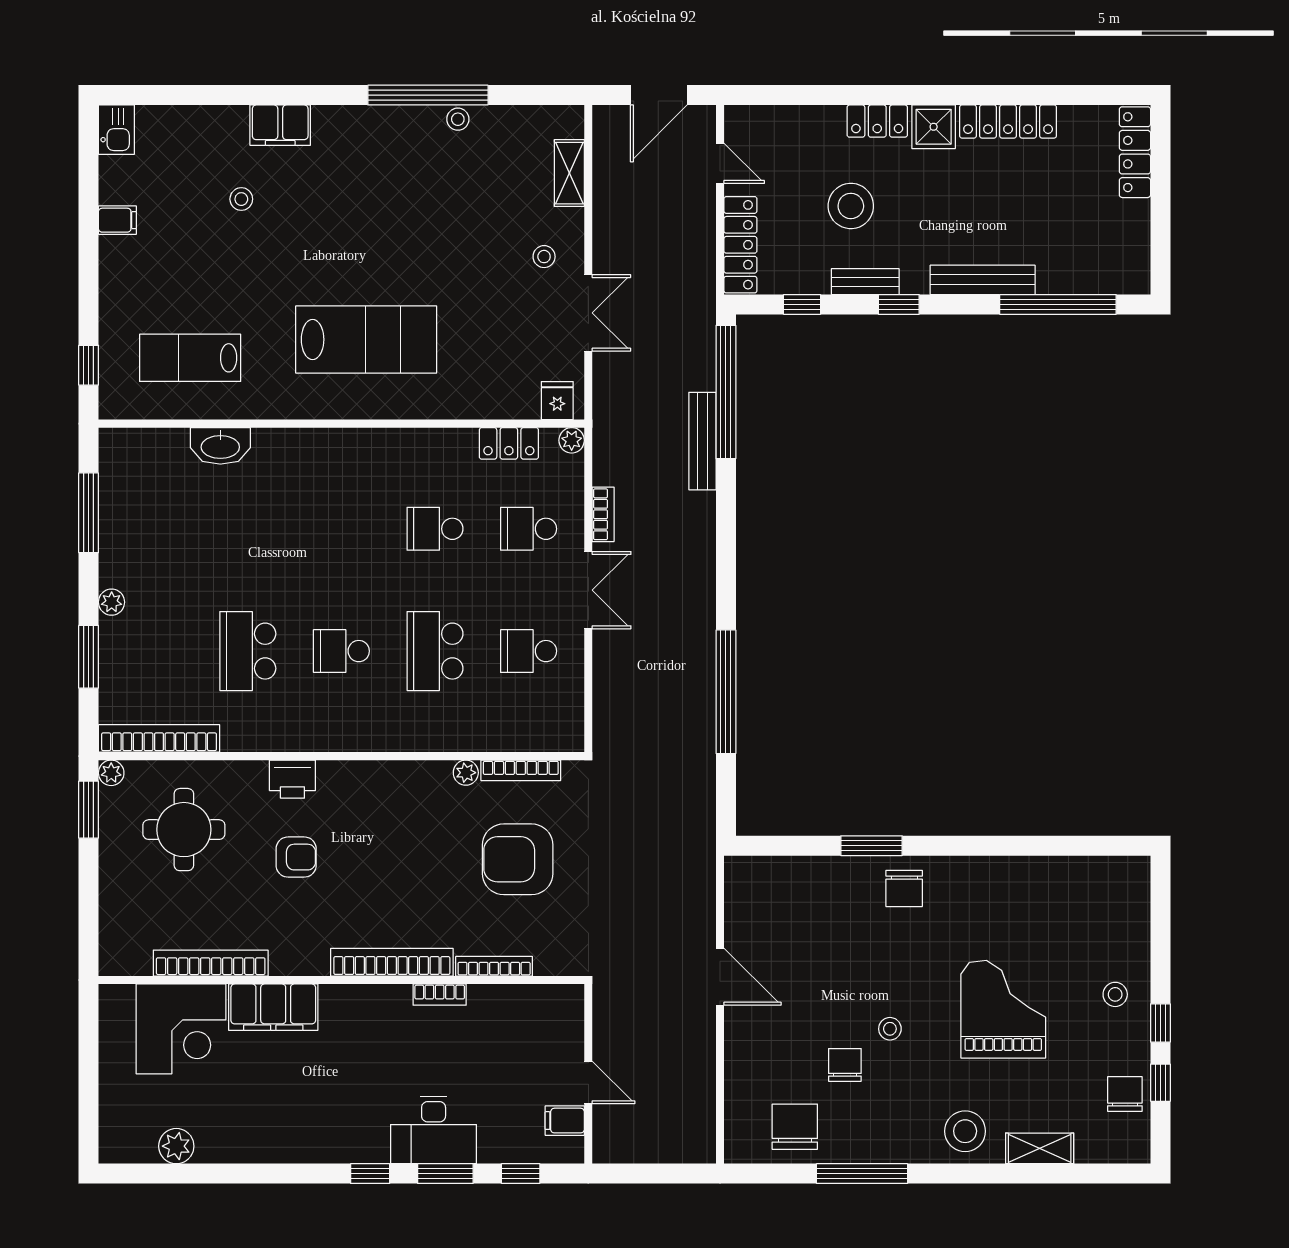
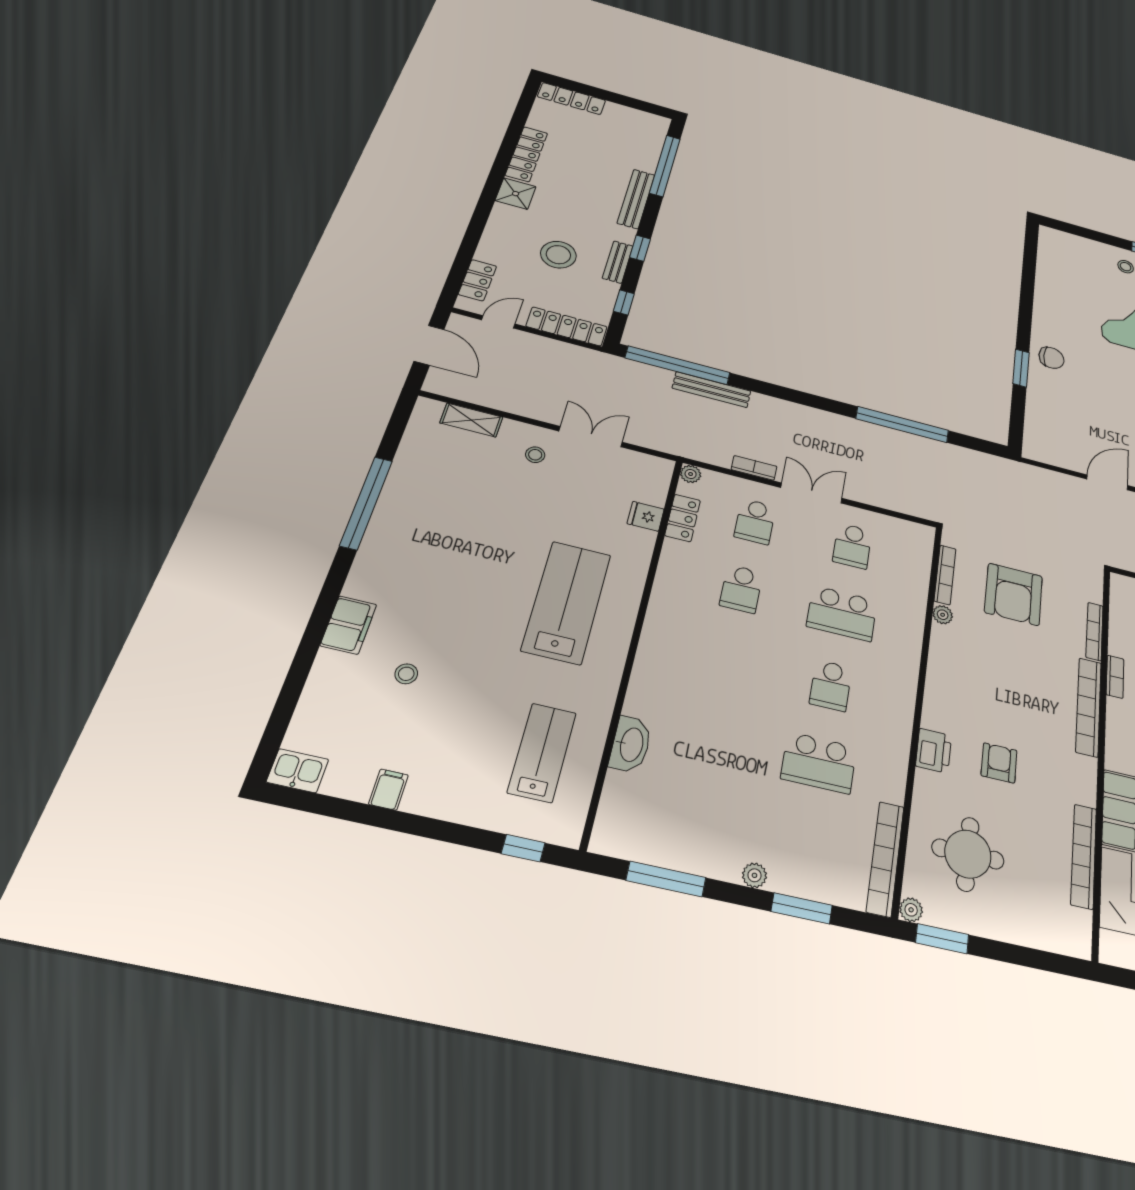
stool: (458, 119) -> (396, 486), removed
locker: (877, 121) -> (477, 280), moved
lab bench: (190, 358) -> (542, 752), turned 180
fridge: (557, 401) -> (646, 516), moved

